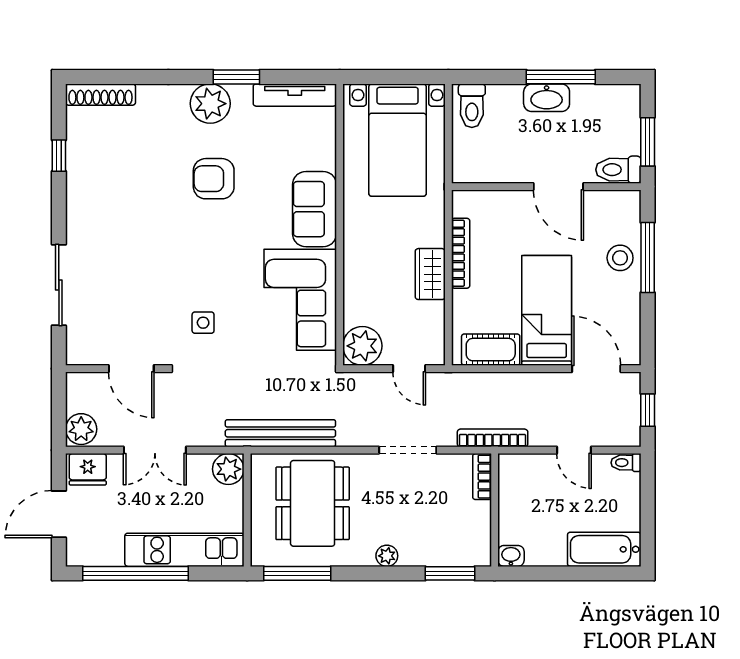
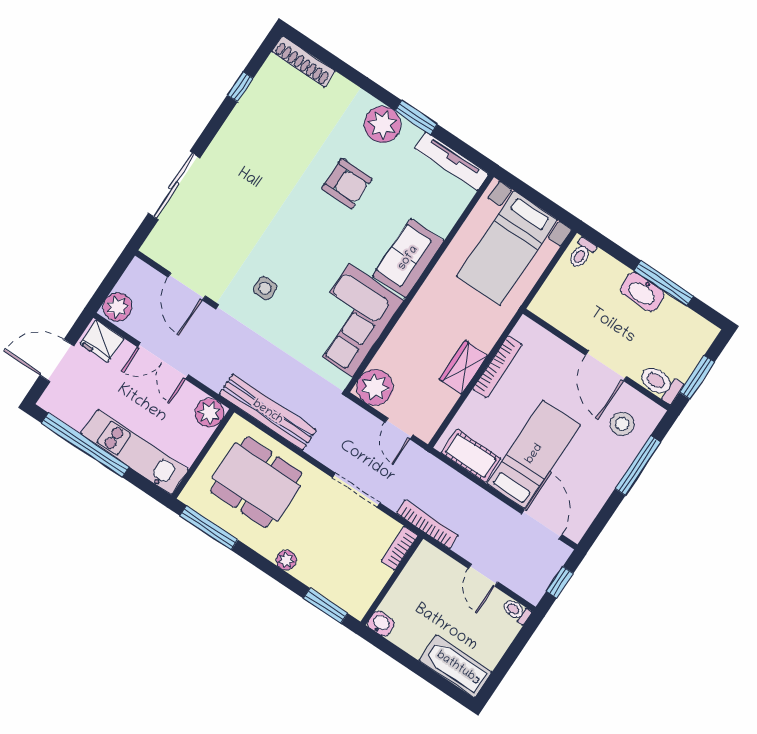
toilet: (472, 106) -> (582, 253), width x0.73, depth x0.72
armchair: (214, 179) -> (347, 184), turned 180
stool: (620, 258) -> (622, 424), moved
dining table: (313, 503) -> (256, 482), turned 90

